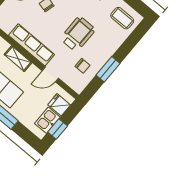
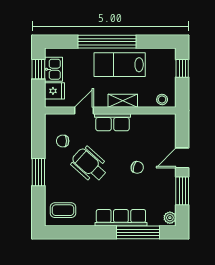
wheelchair: (78, 34) -> (89, 165), turned 132
row of seats: (32, 45) -> (112, 122), width x0.68
window: (108, 69) -> (38, 172), moved

